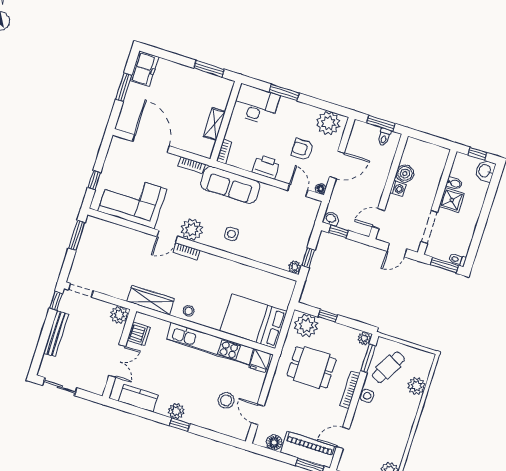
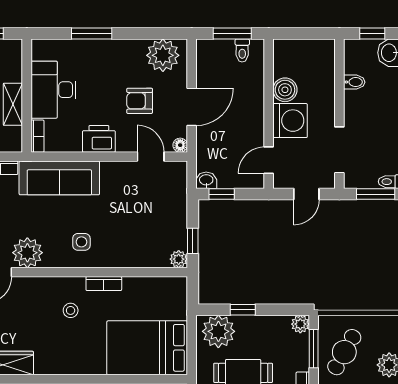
desk: (256, 105) -> (53, 90), moved, turned -90
washing machine: (398, 189) -> (290, 121), width x1.89, depth x1.89
shower: (452, 200) -> (358, 105), removed
bookcase: (187, 251) -> (104, 284), moved
stool: (189, 311) -> (71, 310), moved

